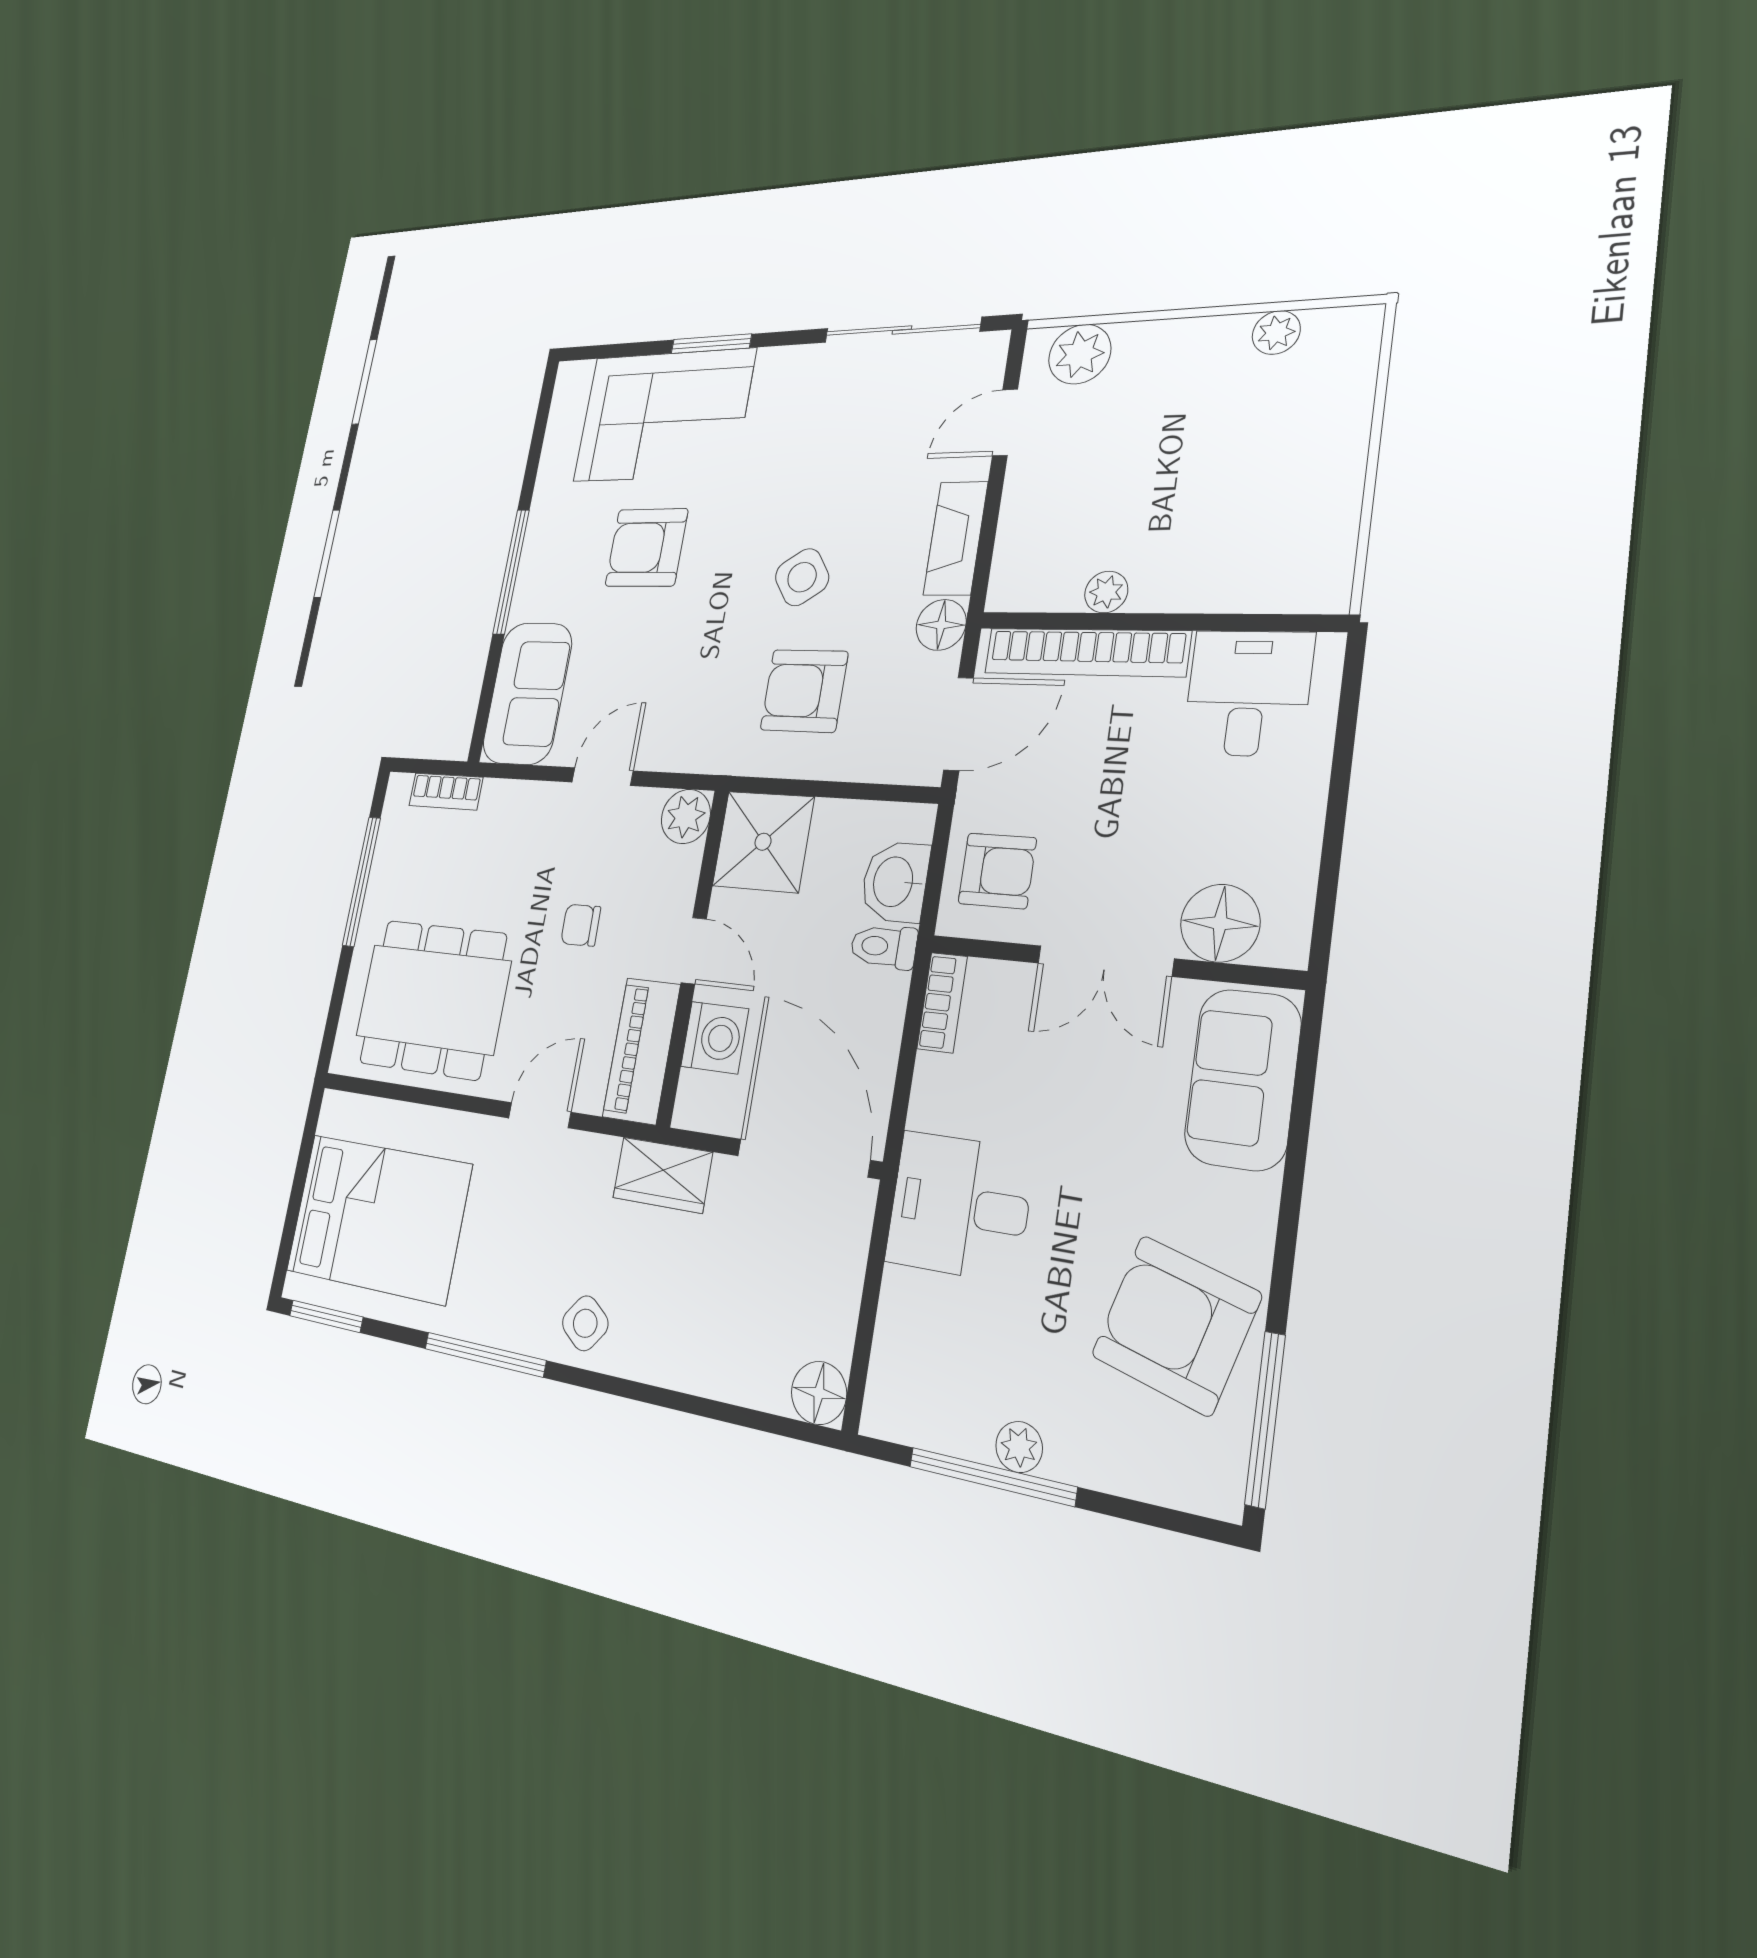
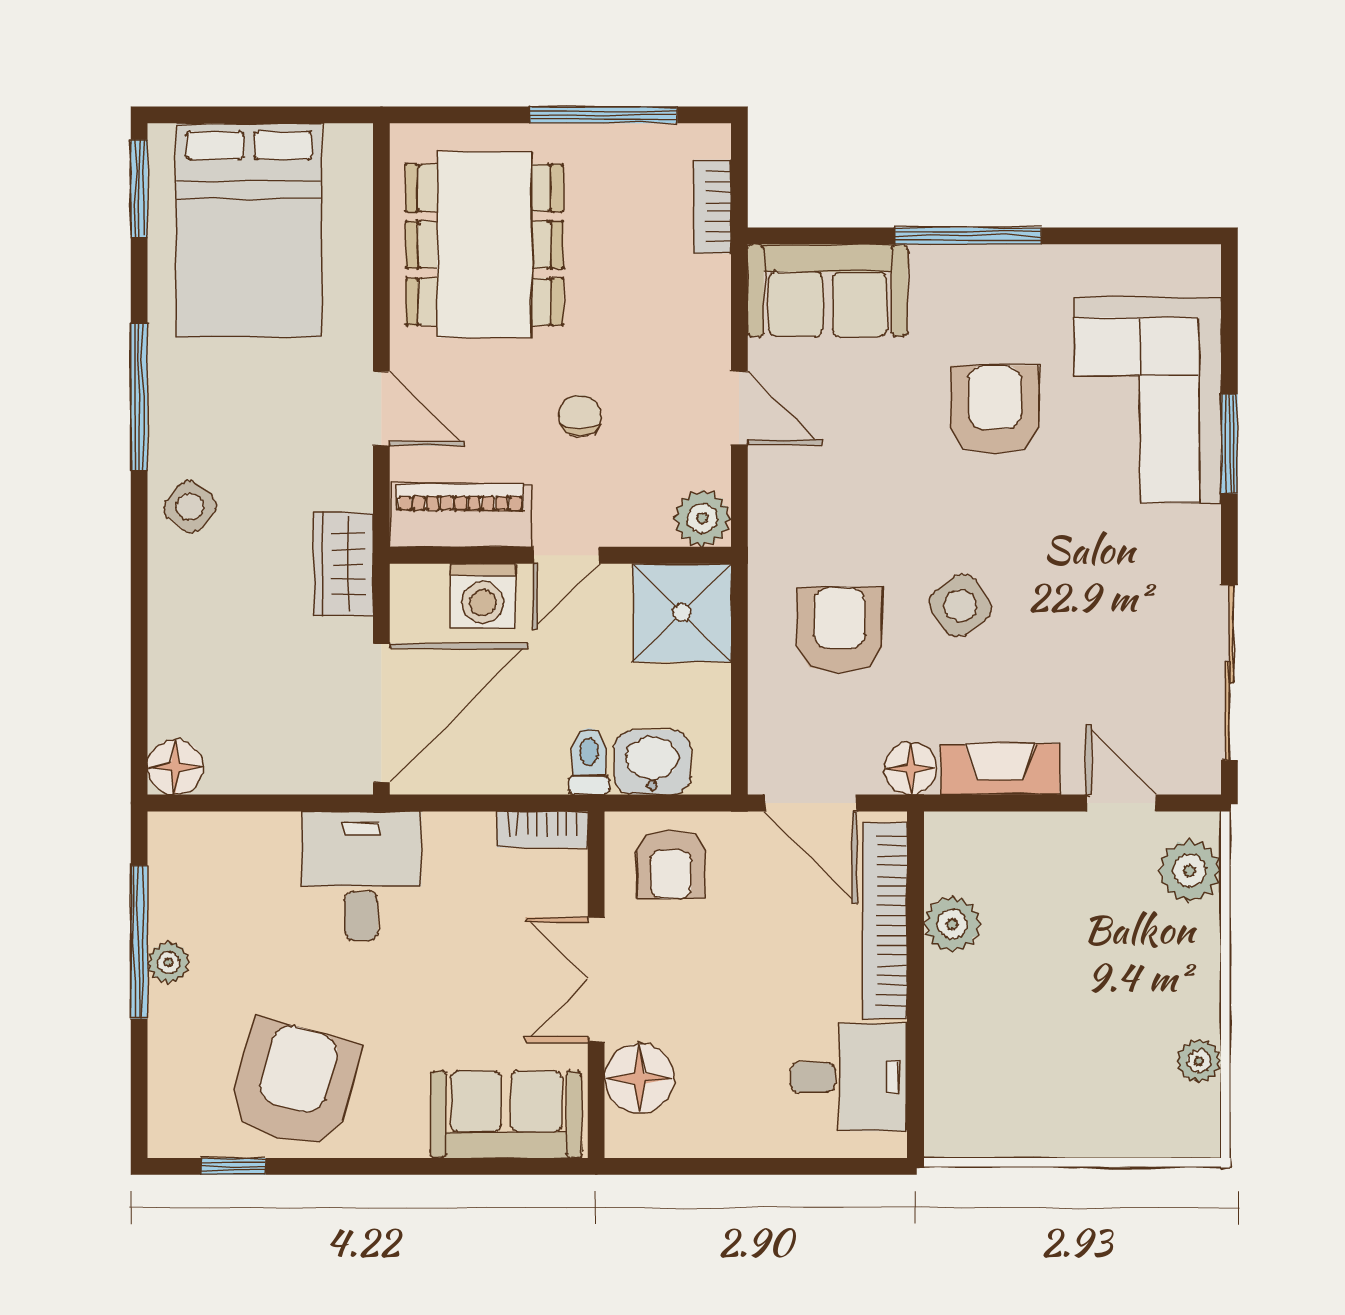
plant: (1106, 592) -> (952, 924), width x1.38, depth x1.38
window: (1265, 1419) -> (233, 1166), width x0.46

